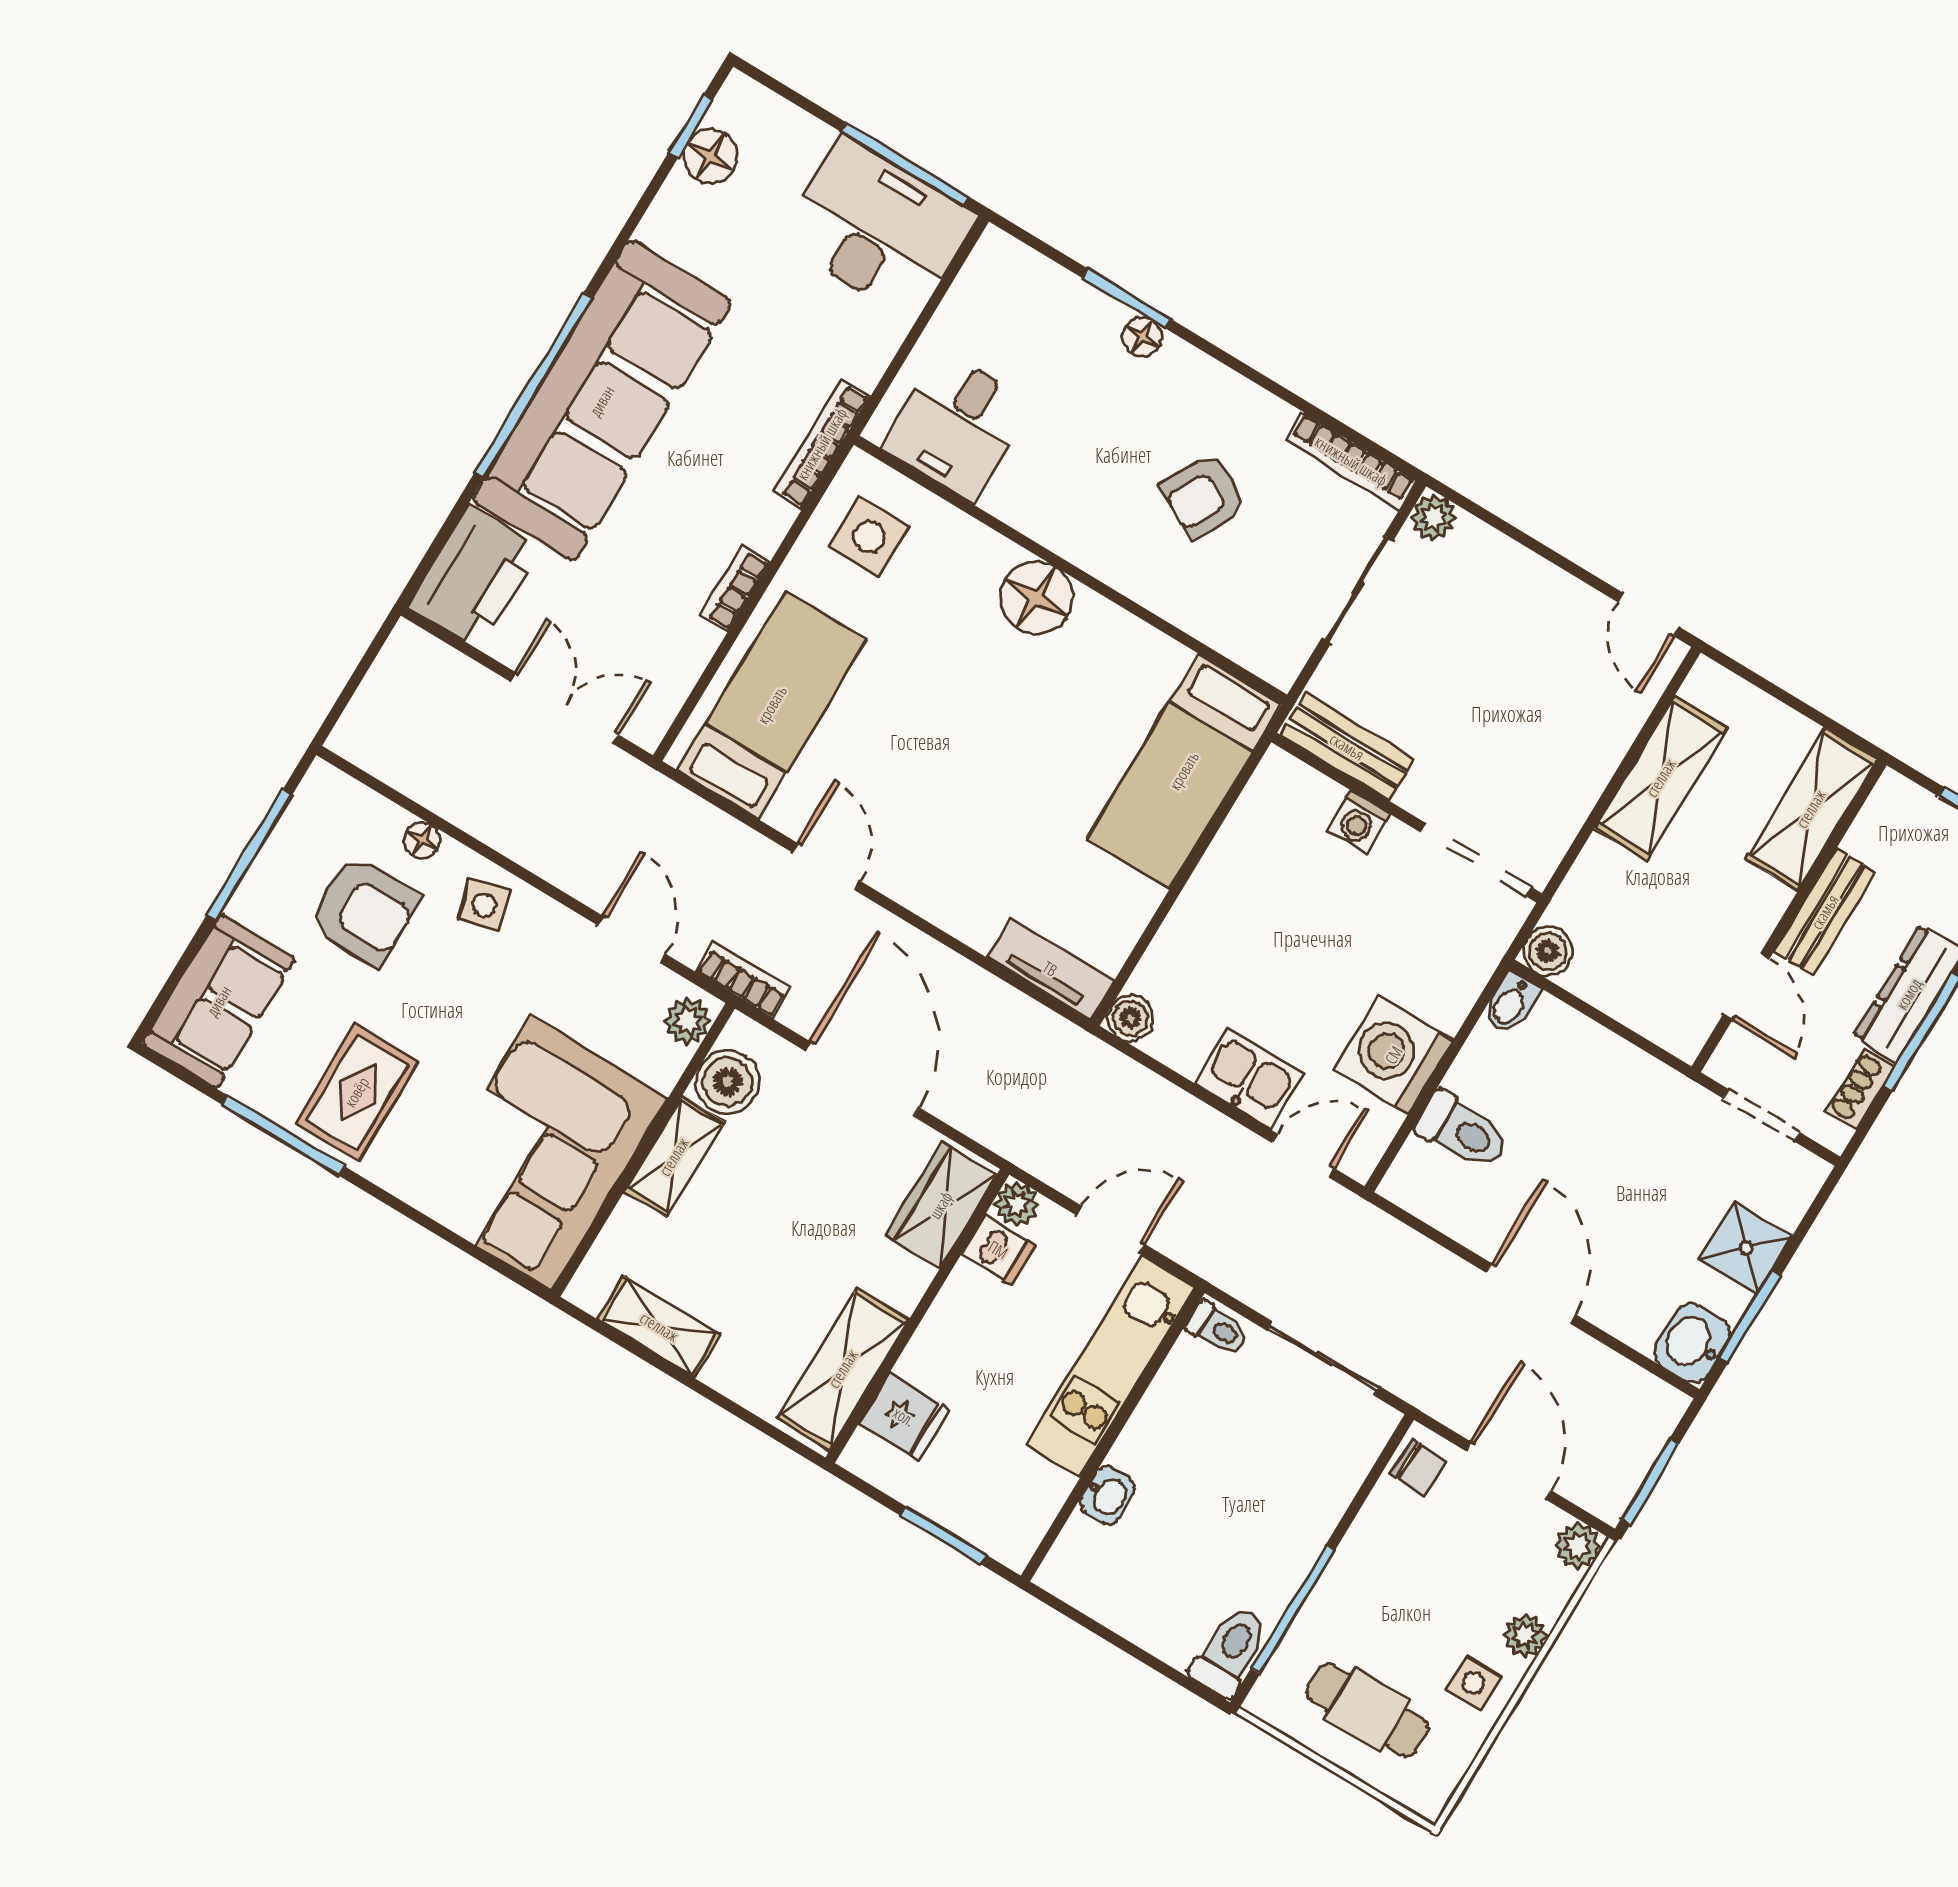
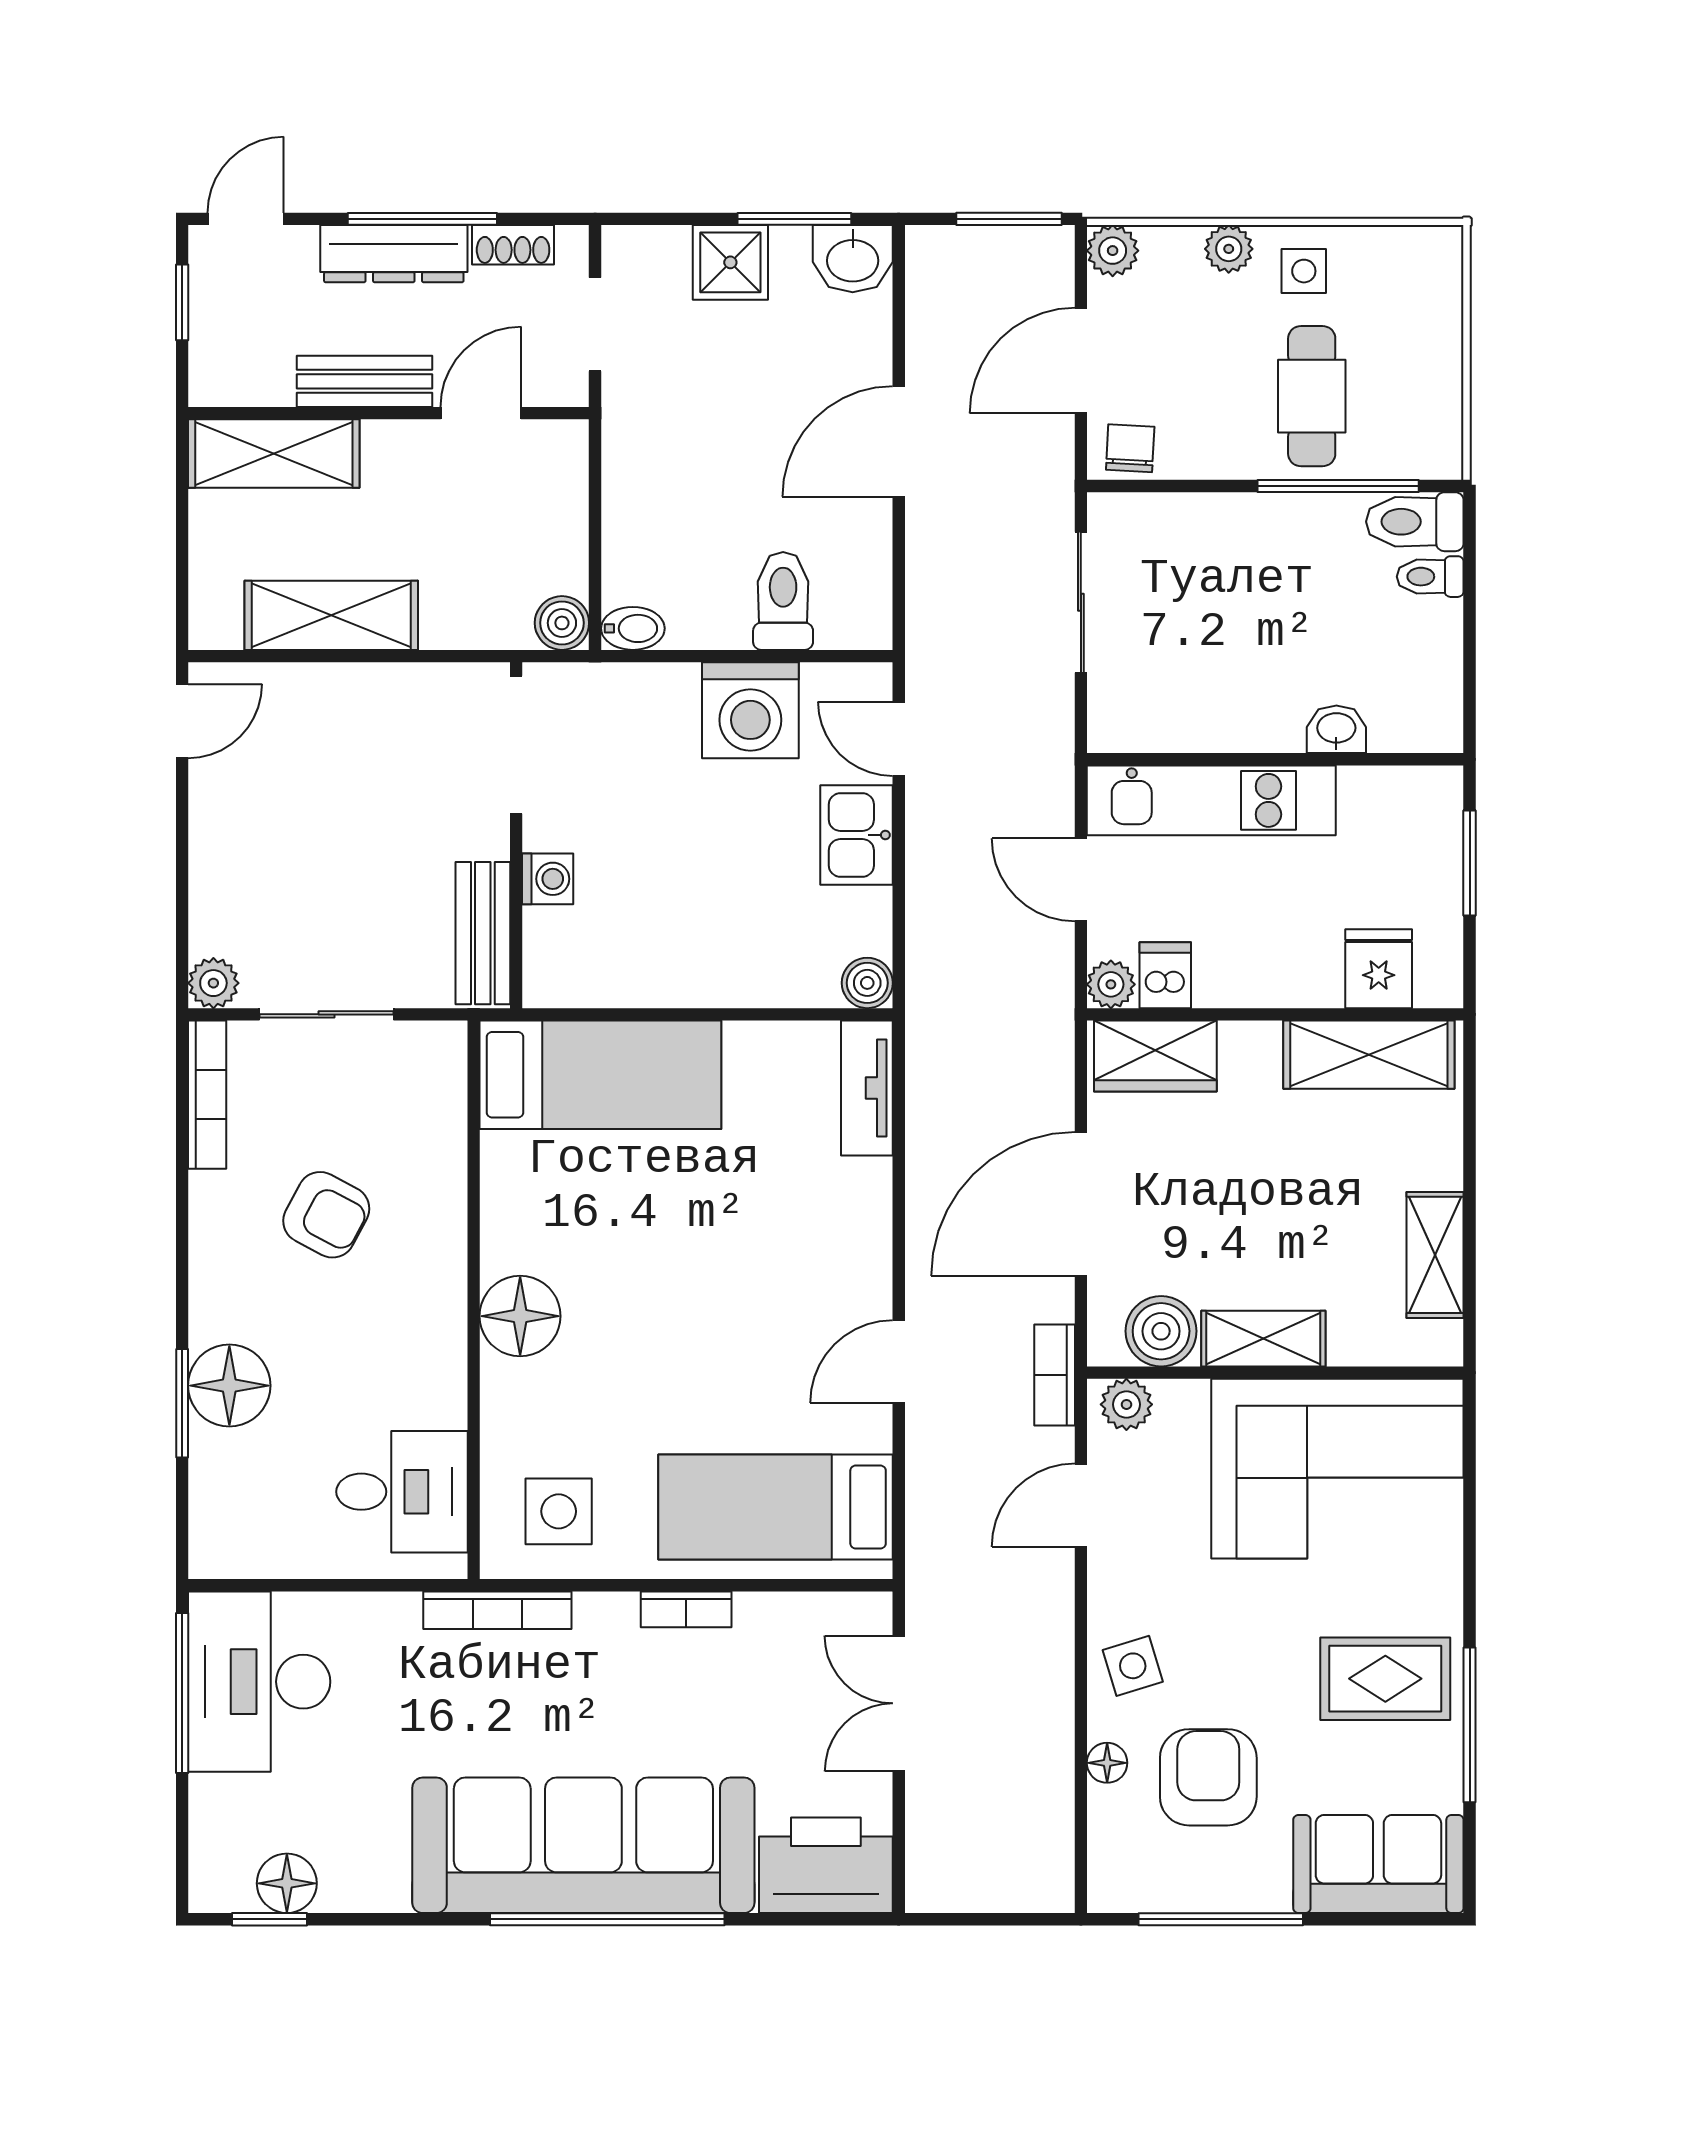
floor lamp: (1142, 337) -> (229, 1386), width x1.89, depth x1.89
toilet: (1218, 1328) -> (1430, 577), moved, turned -90
cafe table: (1368, 1710) -> (1312, 396), moved

